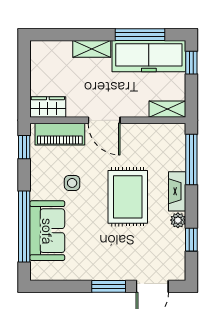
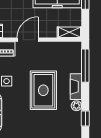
door: (104, 120) -> (28, 40), swing flipped

